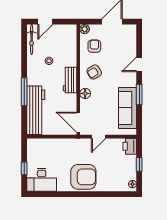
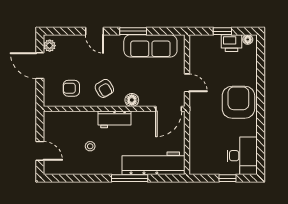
plant: (85, 29) -> (50, 46), moved
bicycle: (32, 40) -> (63, 168), removed
printer: (130, 146) -> (231, 43), moved

